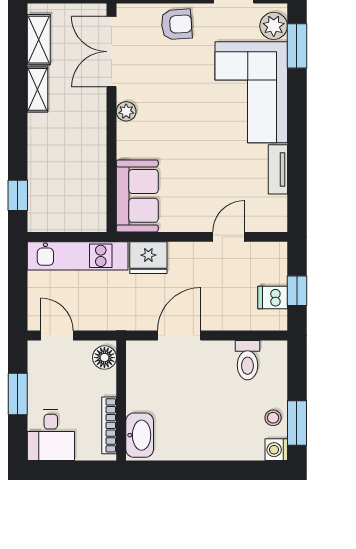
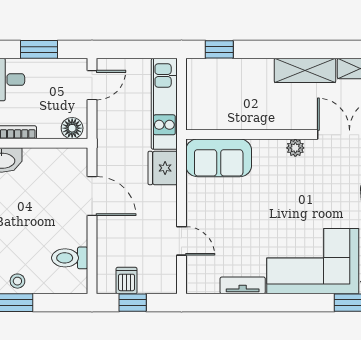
shelving: (37, 89) -> (305, 70), width x1.50, depth x1.33

